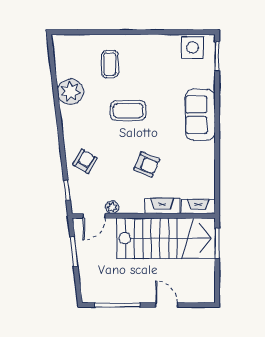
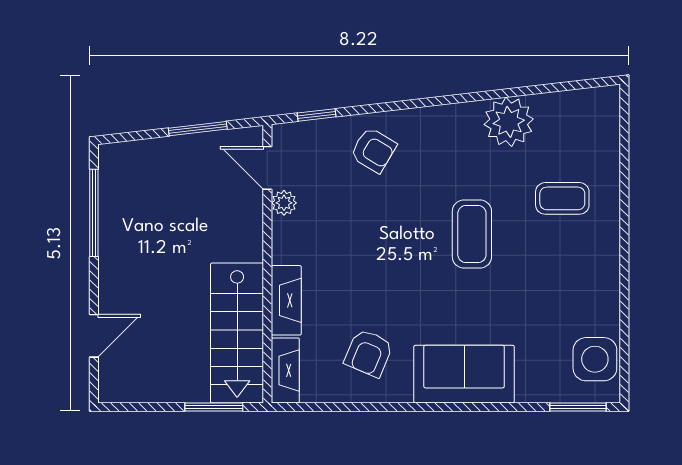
armchair: (147, 164) -> (369, 353), moved
stairs: (166, 238) -> (237, 333), width x0.73, depth x0.66
door: (167, 305) -> (94, 336), moved

